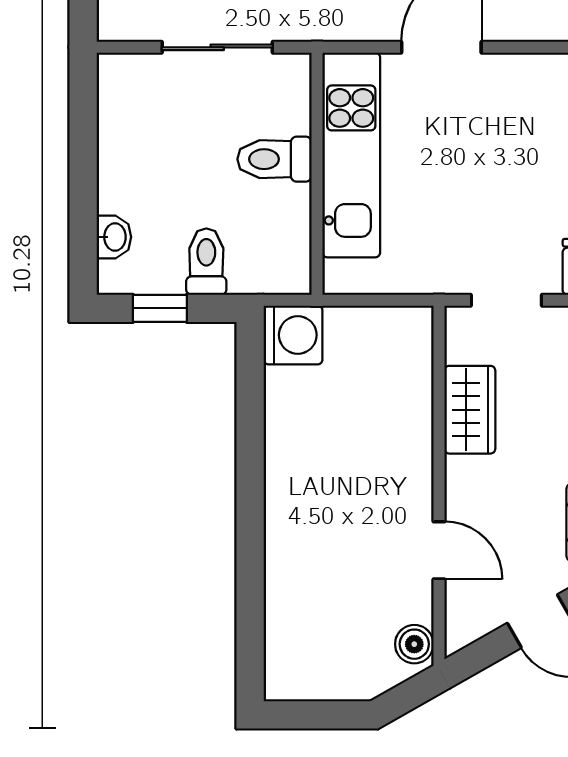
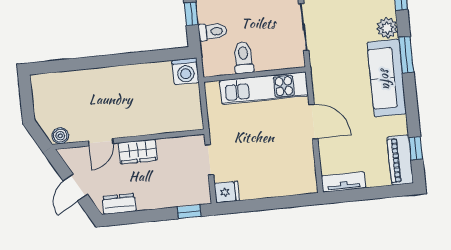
toilet: (274, 159) -> (243, 58), moved
wardrobe: (470, 410) -> (138, 152), moved

